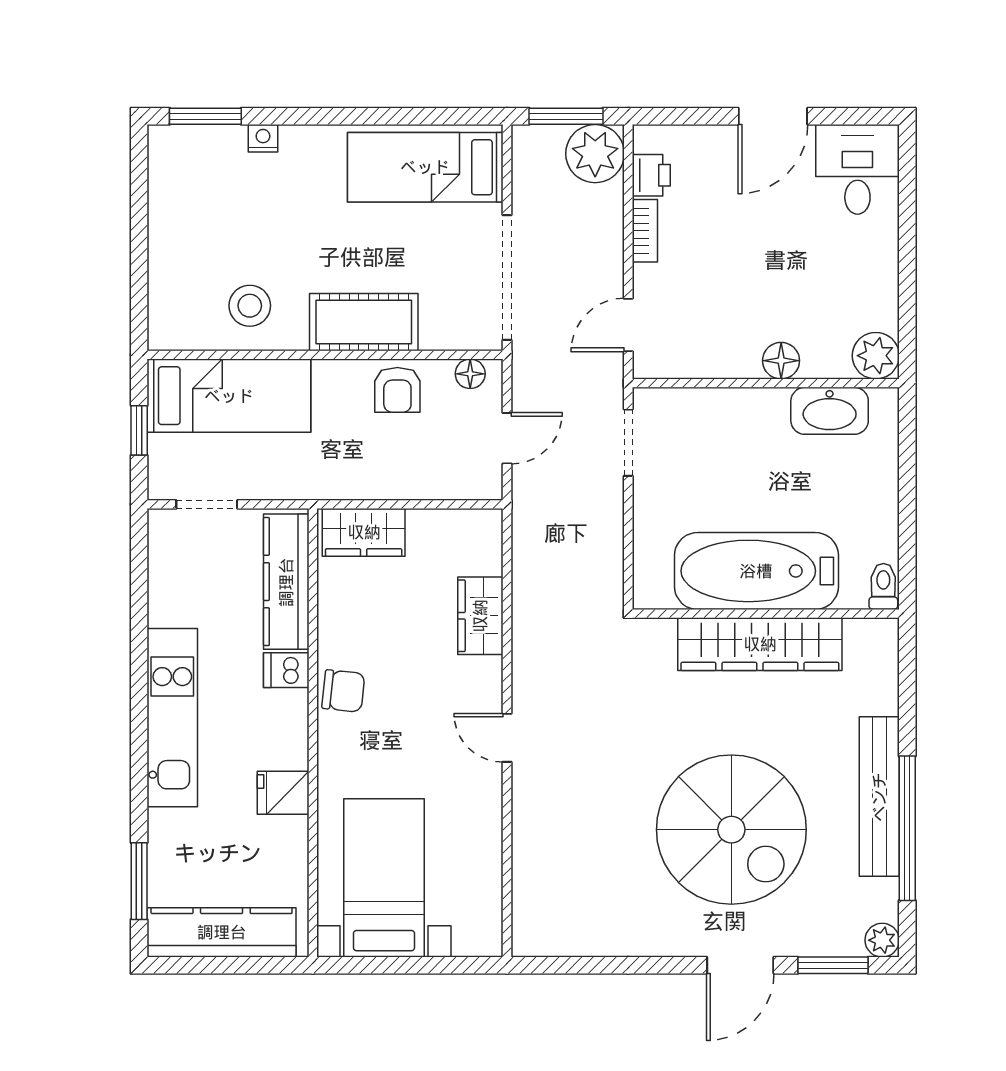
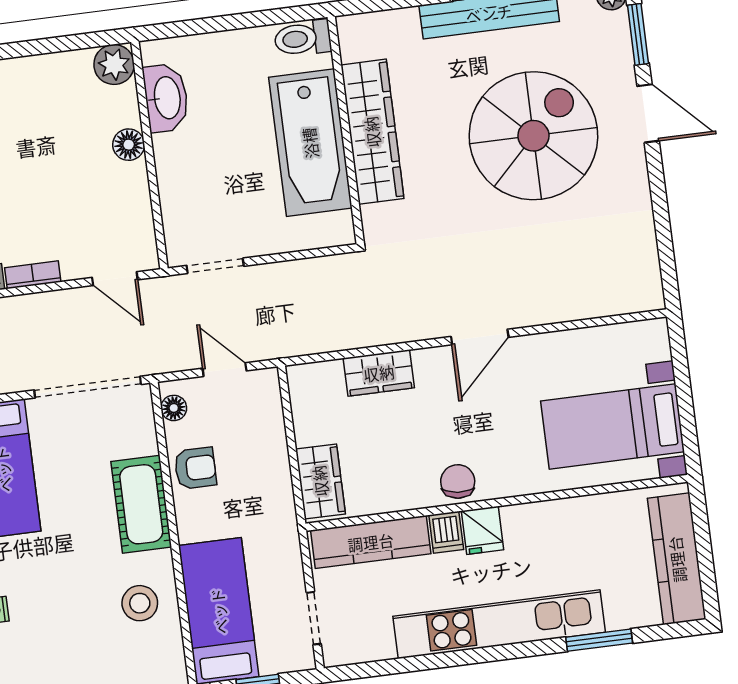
toilet: (883, 586) -> (303, 38), width x1.37, depth x1.39
kitchen unit: (172, 718) -> (499, 624), width x1.36
door: (507, 738) -> (480, 337), width x1.38
fridge: (283, 793) -> (483, 530), moved
window: (139, 881) -> (599, 640), moved

